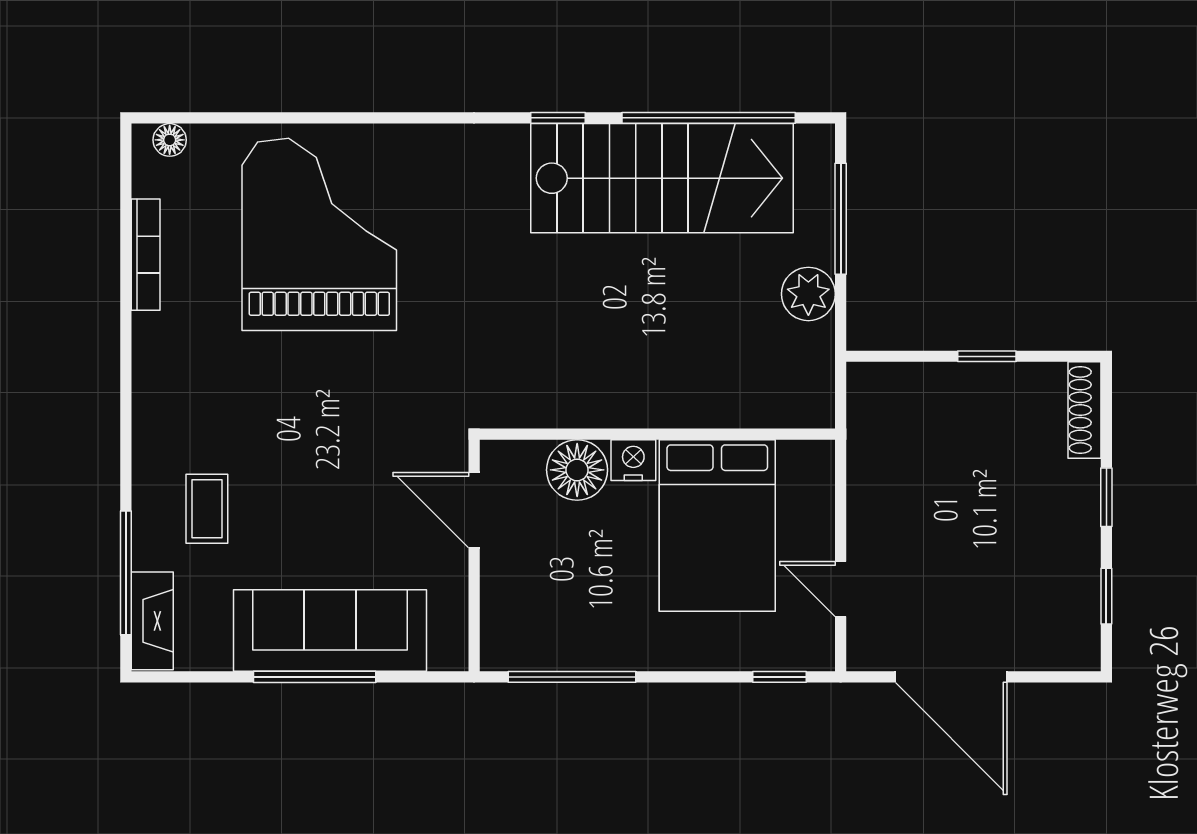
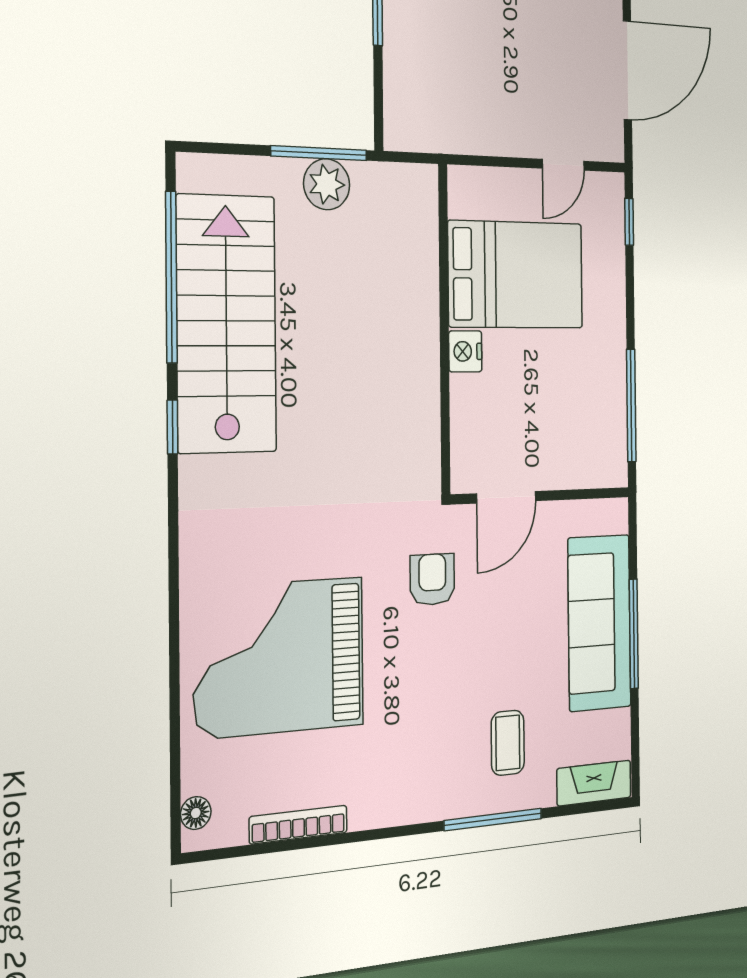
window: (841, 219) -> (319, 153), moved
armchair: (389, 416) -> (432, 579), added
floor lamp: (577, 470) -> (474, 403), removed
coffee table: (207, 509) -> (508, 743), turned 90
window: (126, 573) -> (493, 820), moved

